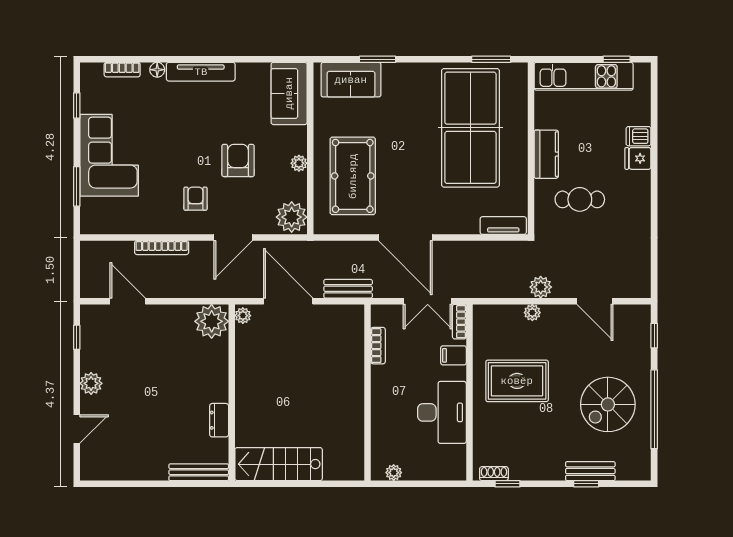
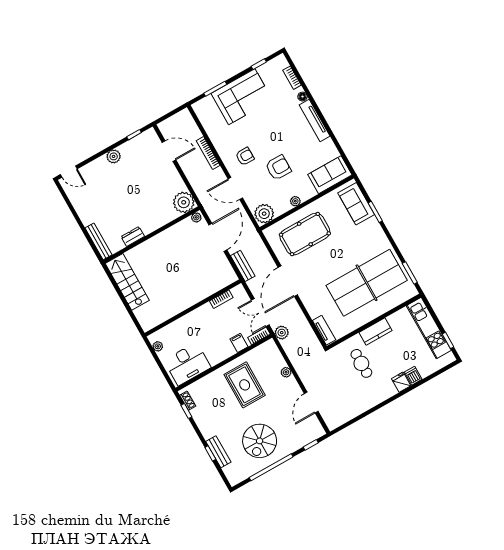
plant: (541, 287) -> (282, 333), moved
door: (128, 301) -> (169, 151), hinge flipped
spiral stairs: (608, 404) -> (260, 441), turned -90
desk: (442, 412) -> (187, 364), moved
door: (77, 429) -> (69, 172), moved

